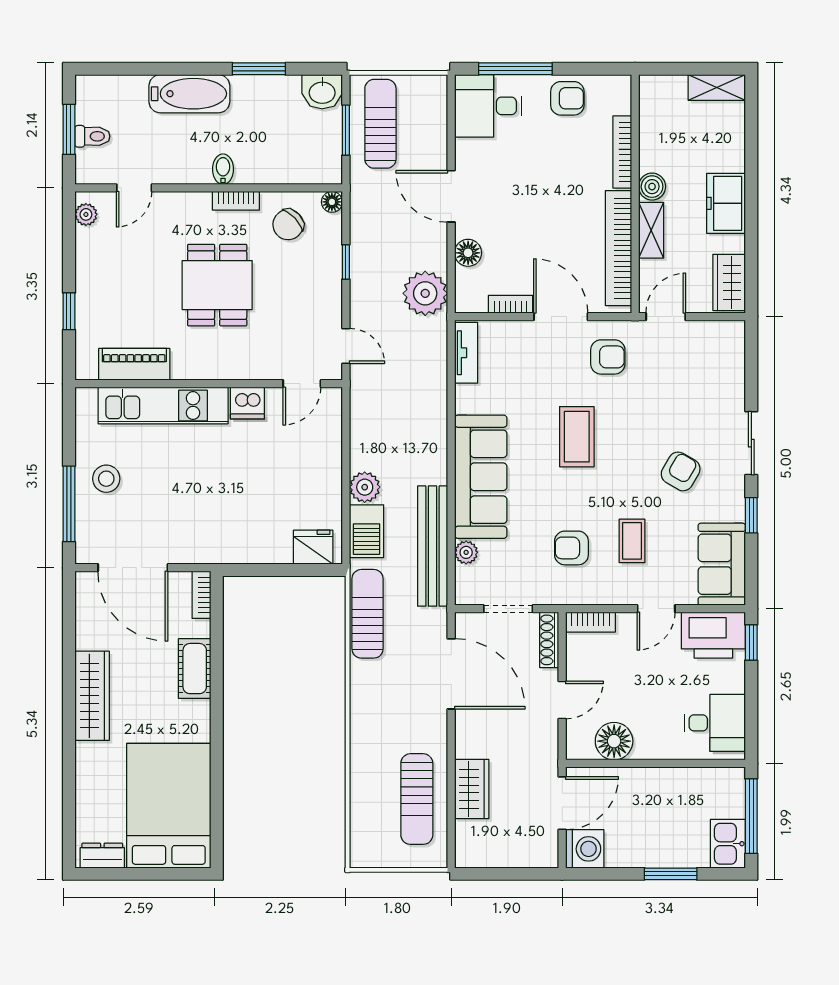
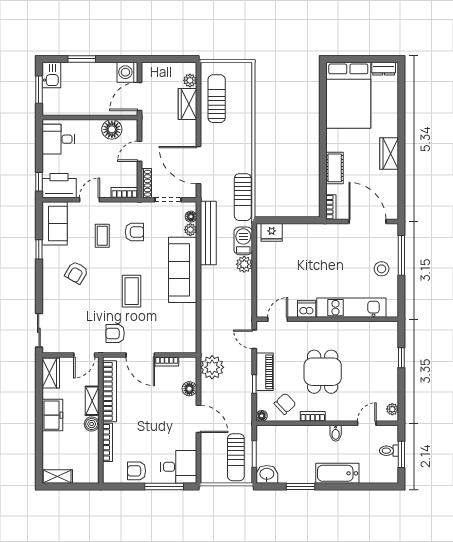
bidet: (223, 169) -> (336, 433), moved
tv unit: (466, 353) -> (190, 336), removed
piano: (134, 364) -> (265, 372), moved, turned -90
sliding door: (751, 443) -> (39, 330), moved
floor lamp: (465, 577) -> (191, 217), added
wardrobe: (92, 696) -> (389, 153), width x0.67
window: (751, 816) -> (39, 90), width x0.69
plant: (467, 833) -> (190, 80), added

